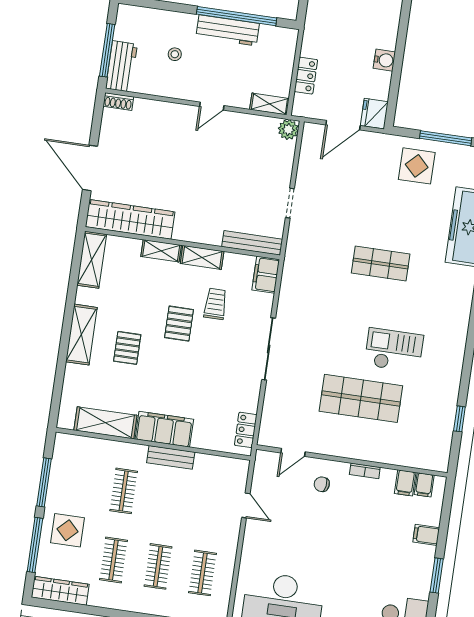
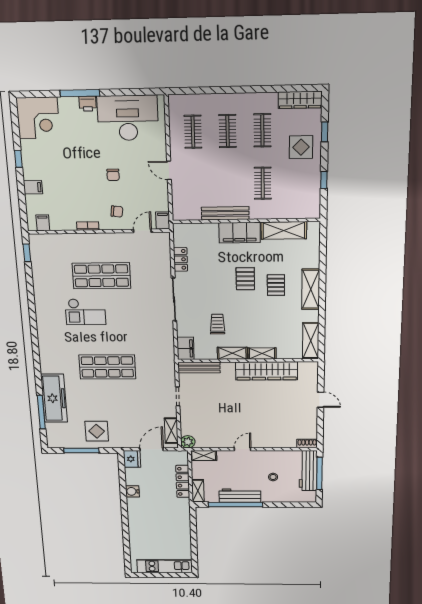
shelving: (288, 47) -> (198, 491), added
workbench: (121, 66) -> (308, 471), width x1.38
locker: (306, 76) -> (183, 481), width x1.53
shelving: (309, 151) -> (171, 431), added
door: (90, 168) -> (321, 400), width x0.53
wardrobe: (130, 219) -> (266, 371), moved
shop shelf: (381, 263) -> (107, 367), width x1.43, depth x1.36
trolley: (215, 304) -> (217, 324), turned 180
pallet: (179, 324) -> (245, 279), moved
window: (459, 419) -> (27, 253), moved
locker: (246, 430) -> (181, 259), moved
bench: (171, 457) -> (225, 213), width x1.36
window: (44, 482) -> (324, 180), width x0.46
filing cabinet: (405, 483) -> (163, 220), moved
door: (246, 505) -> (169, 170), moved
chair: (317, 534) -> (113, 175), added
window: (35, 545) -> (325, 132), width x0.46
window: (437, 575) -> (18, 159), width x0.67

